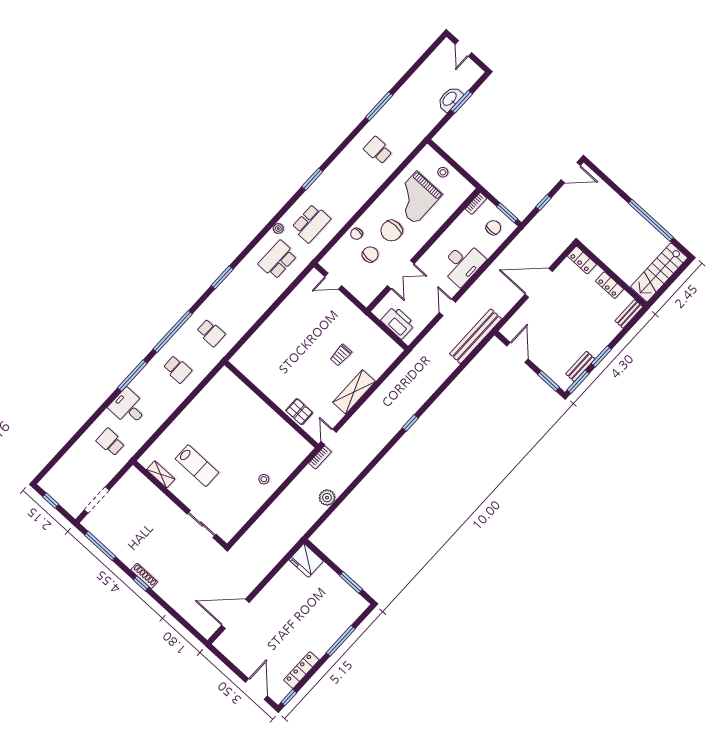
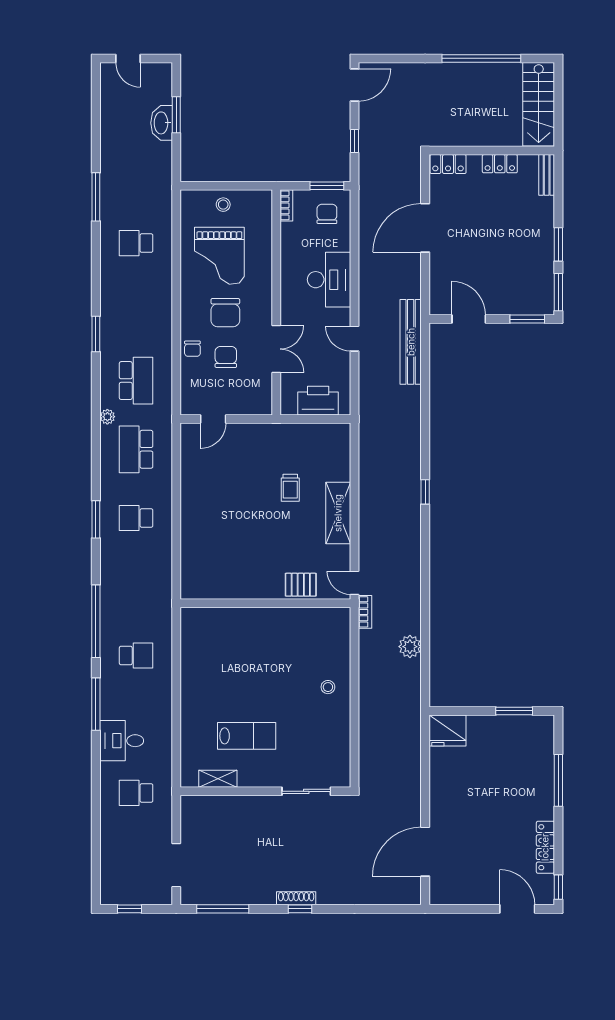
school desk: (211, 333) -> (136, 518), moved, turned 180
bench: (580, 366) -> (546, 274), removed

